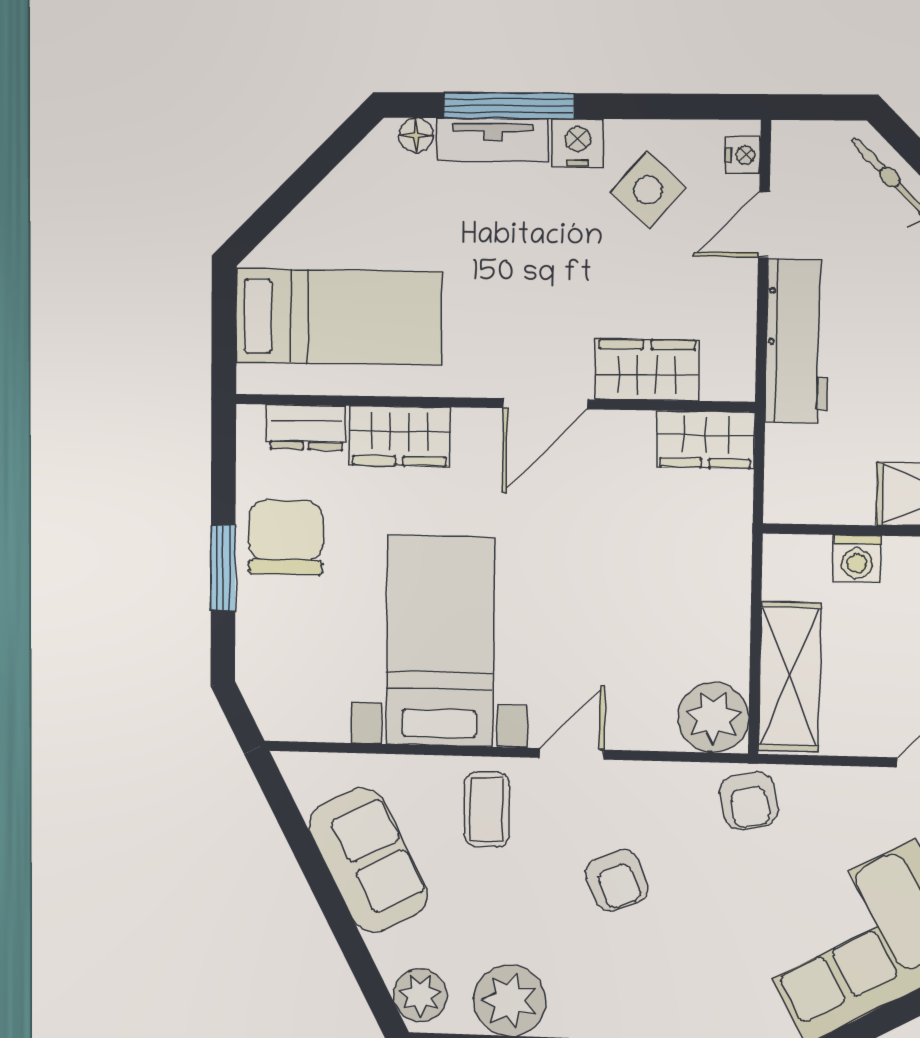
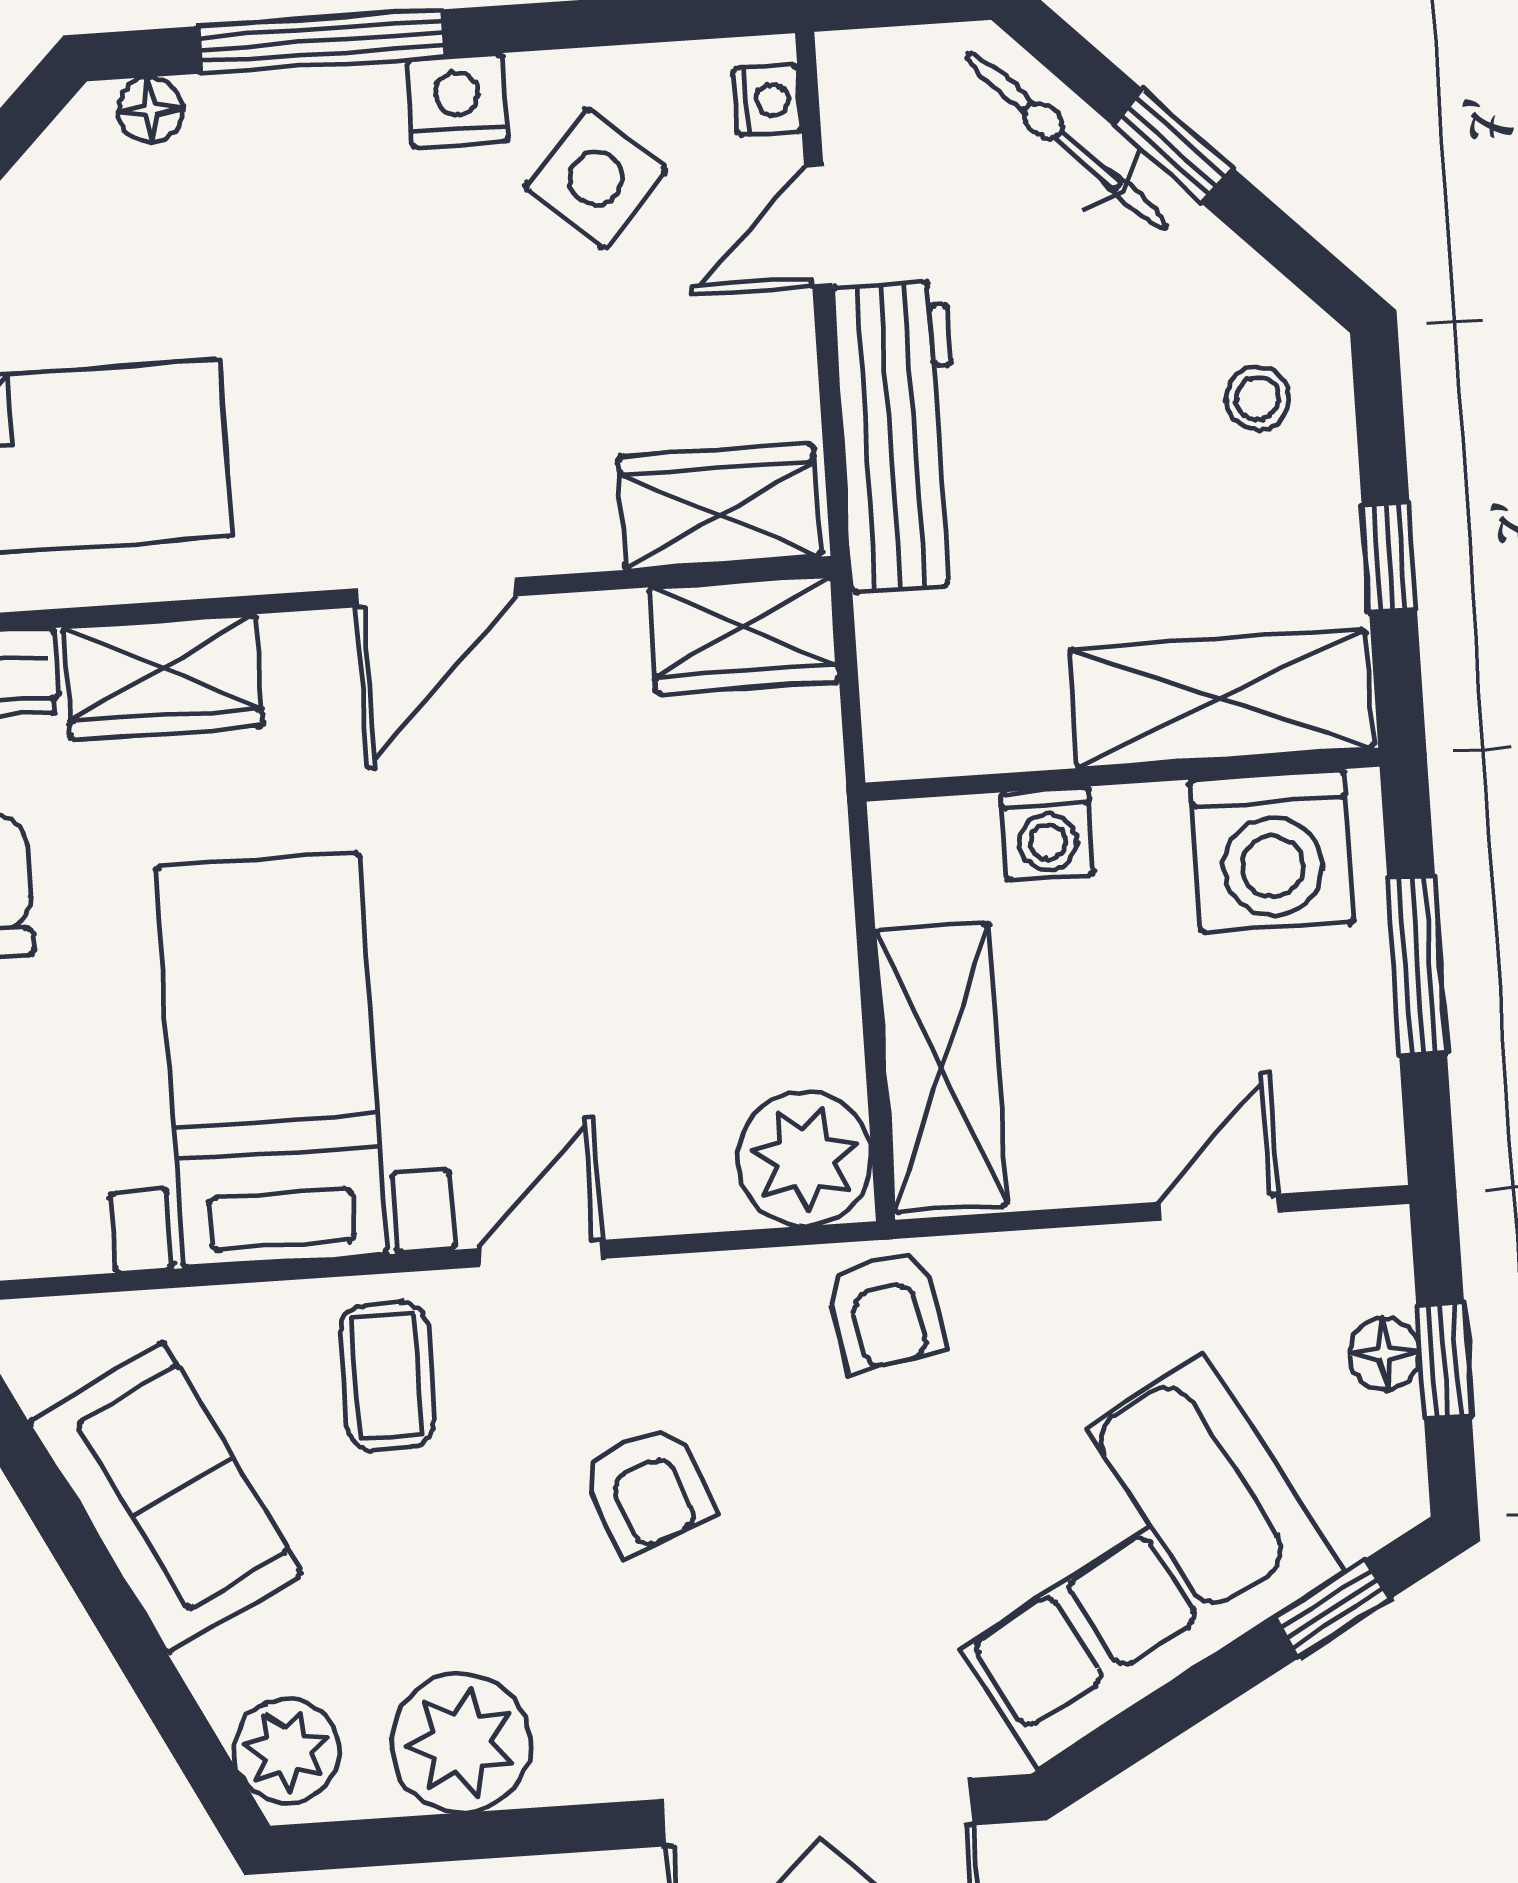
tv unit: (493, 140) -> (296, 107), removed
wardrobe: (647, 370) -> (719, 507), moved

